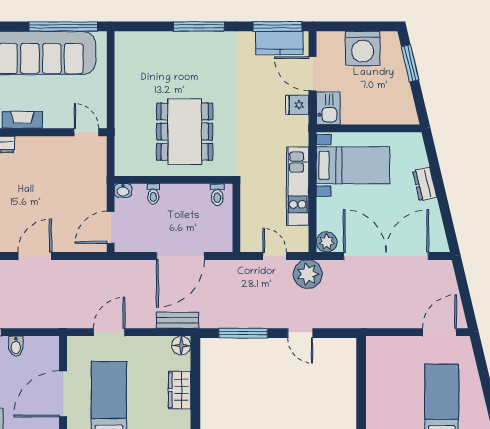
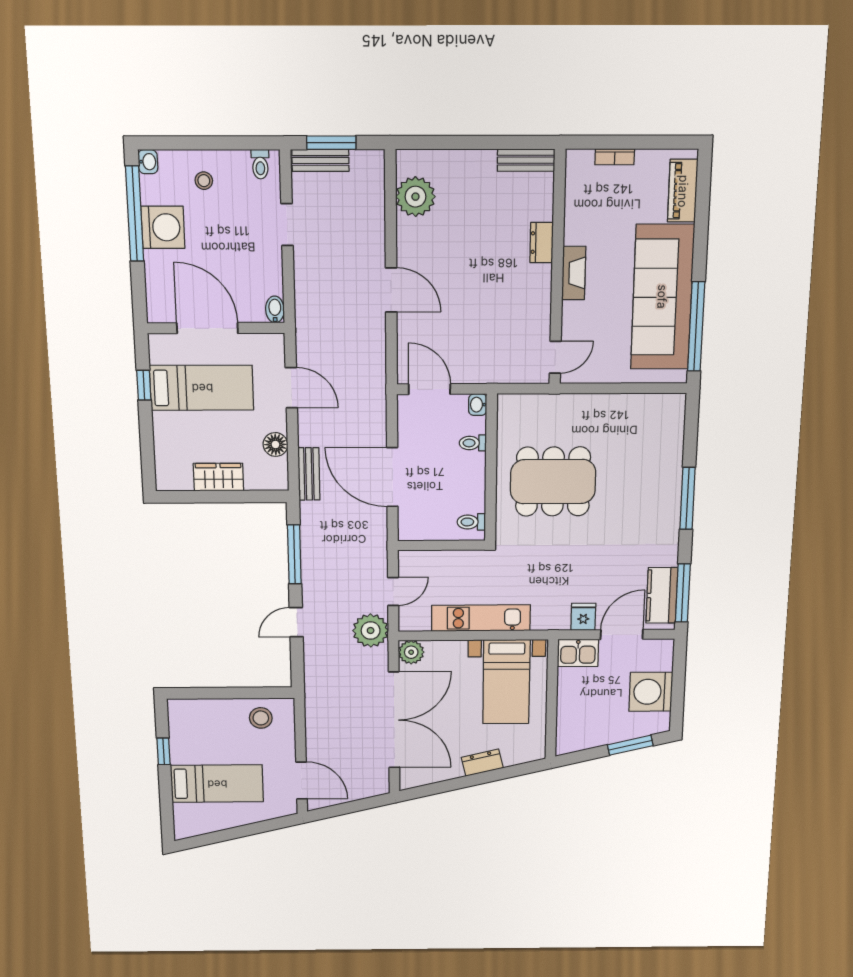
floor lamp: (181, 345) -> (275, 444), moved
bidet: (16, 346) -> (275, 309), moved, turned 90
stool: (383, 364) -> (261, 718), added

